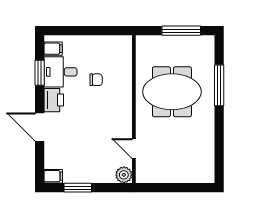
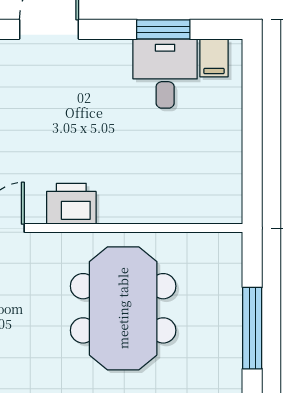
chair: (96, 80) -> (149, 148), removed
printer: (54, 100) -> (71, 204), moved, turned 180

